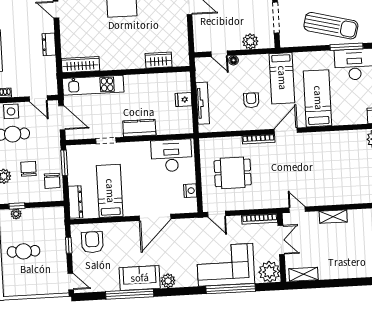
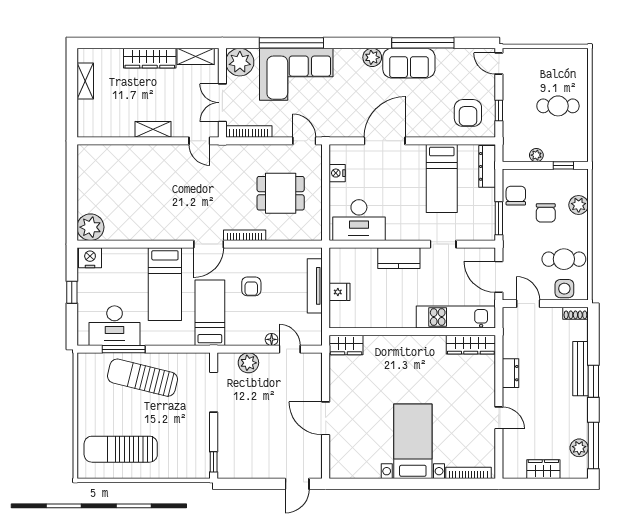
wardrobe: (159, 60) -> (346, 345), moved
plant: (16, 214) -> (536, 155), moved
wardrobe: (339, 271) -> (150, 58), added

